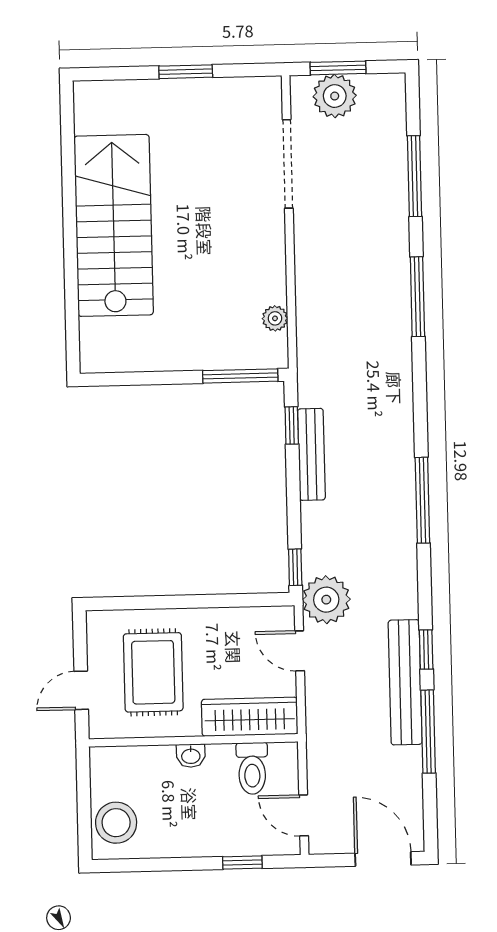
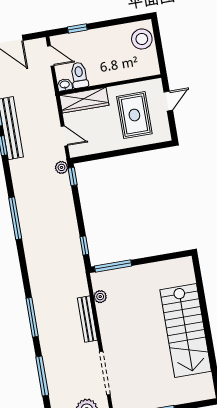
bench: (311, 454) -> (87, 319), moved
plant: (326, 600) -> (61, 167), width x0.53, depth x0.53
washbasin: (191, 756) -> (65, 85), moved

